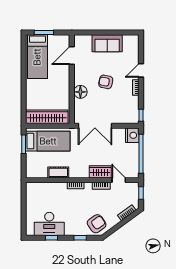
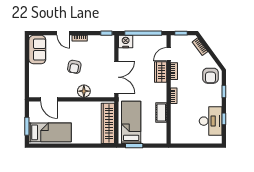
sofa: (107, 43) -> (37, 50), moved
armchair: (97, 224) -> (211, 76), turned -145

